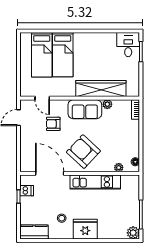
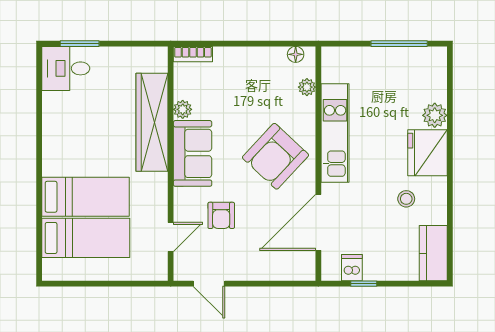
plant: (133, 233) -> (435, 115), moved

